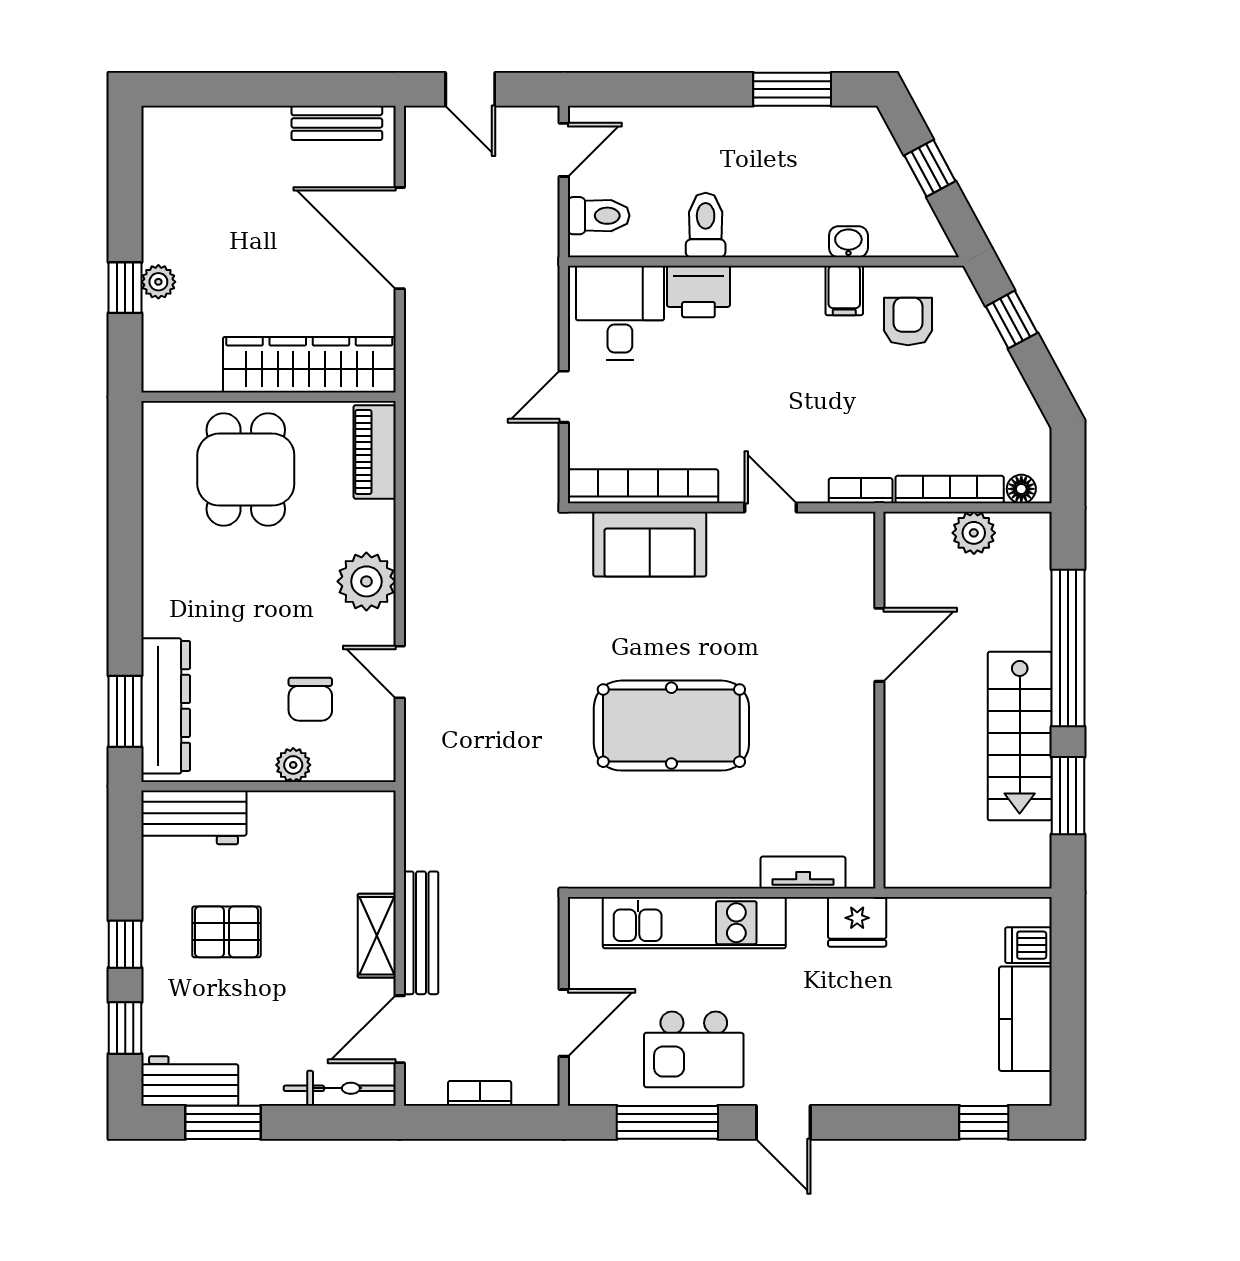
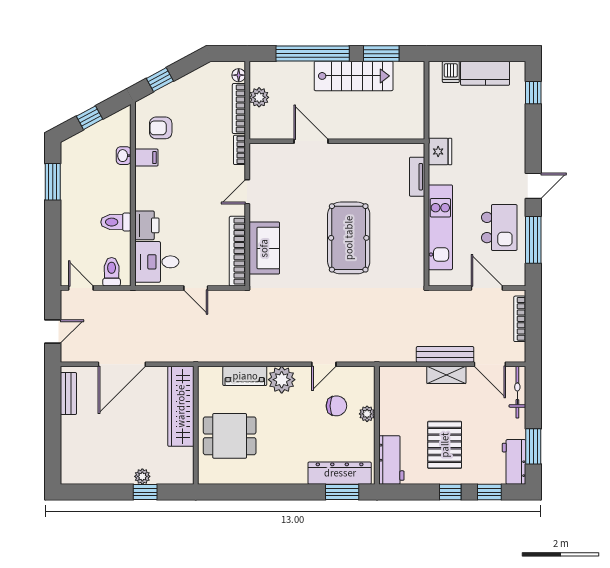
piano: (375, 452) -> (245, 376), moved
pallet: (227, 932) -> (445, 445), width x1.50, depth x1.42
bookcase: (480, 1093) -> (520, 319), width x1.56

